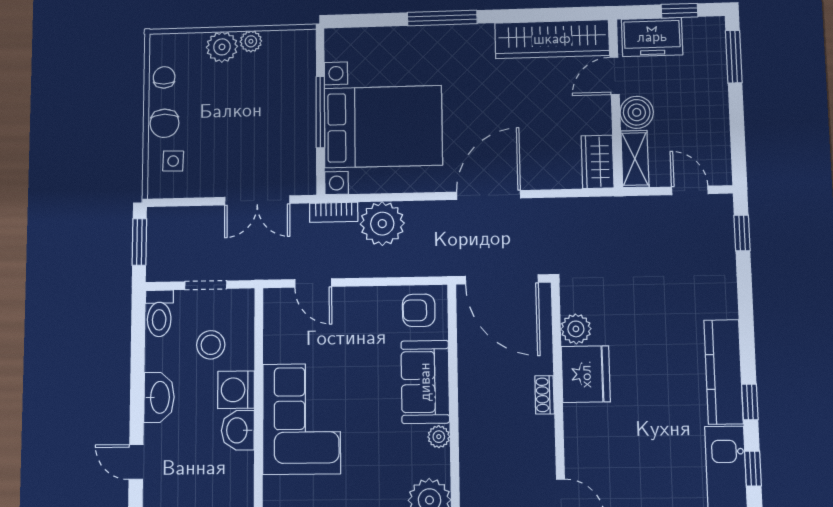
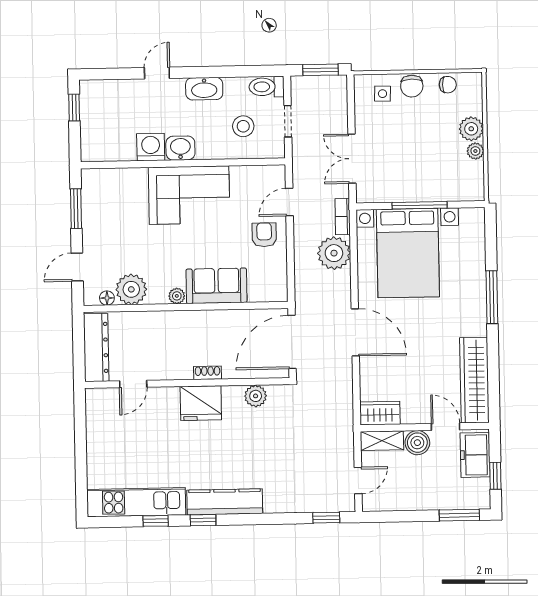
chair: (165, 123) -> (412, 86), turned -90
armchair: (419, 310) -> (264, 235), moved
fridge: (586, 374) -> (201, 403), moved
washing machine: (236, 390) -> (151, 147), moved

